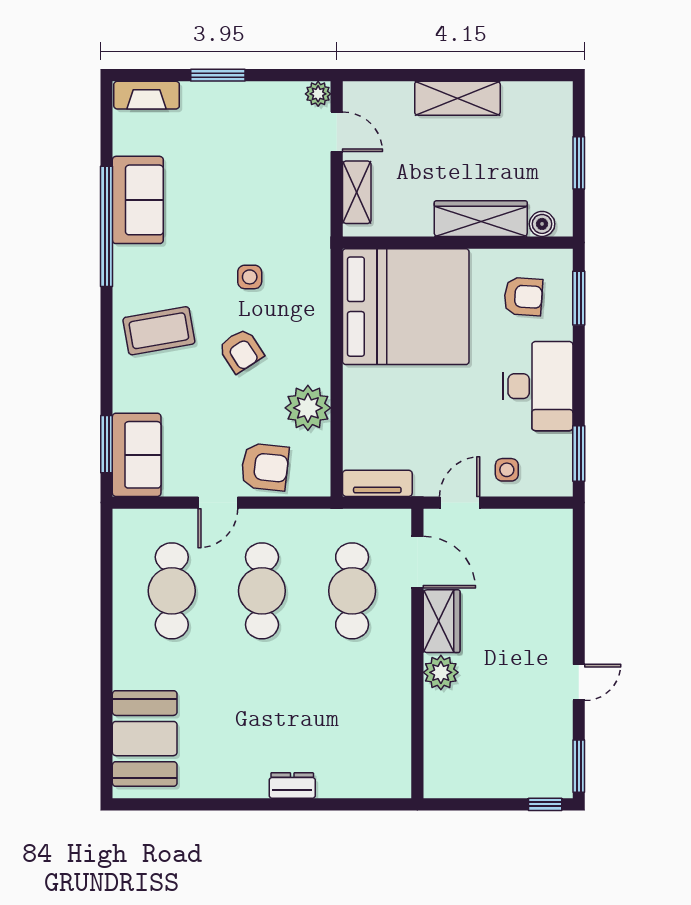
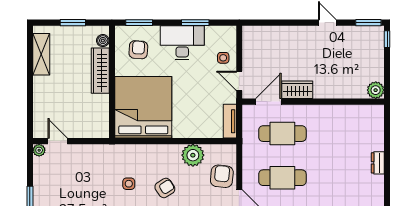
shelving: (457, 98) -> (41, 54), moved
door: (337, 132) -> (58, 141), hinge flipped
shelving: (357, 192) -> (87, 131), removed
window: (579, 453) -> (195, 23), moved
plant: (441, 672) -> (376, 90), moved

